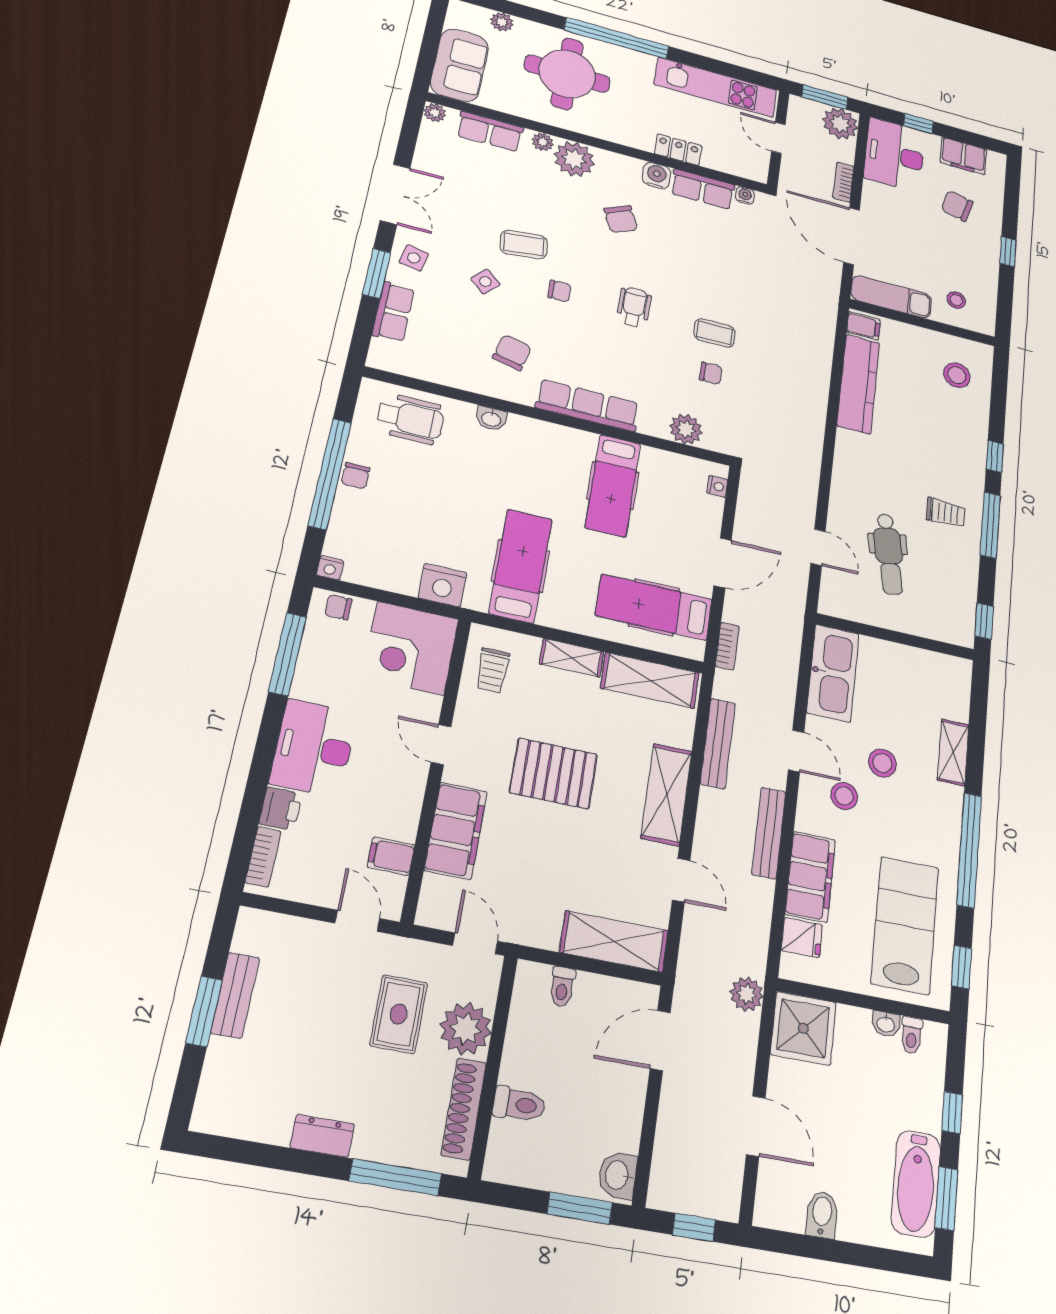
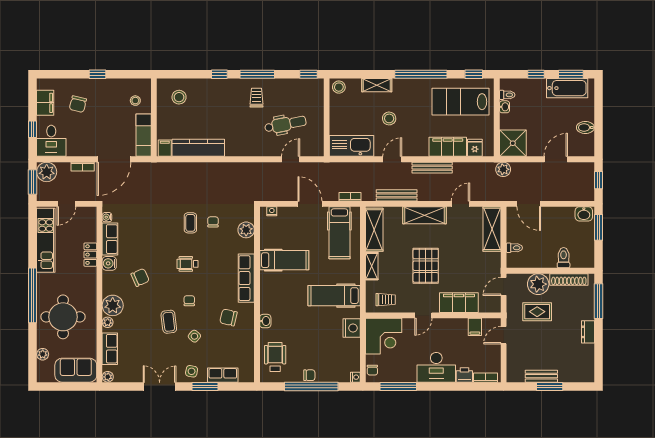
desk: (894, 155) -> (51, 141), width x0.73
stool: (844, 796) -> (339, 87), moved

